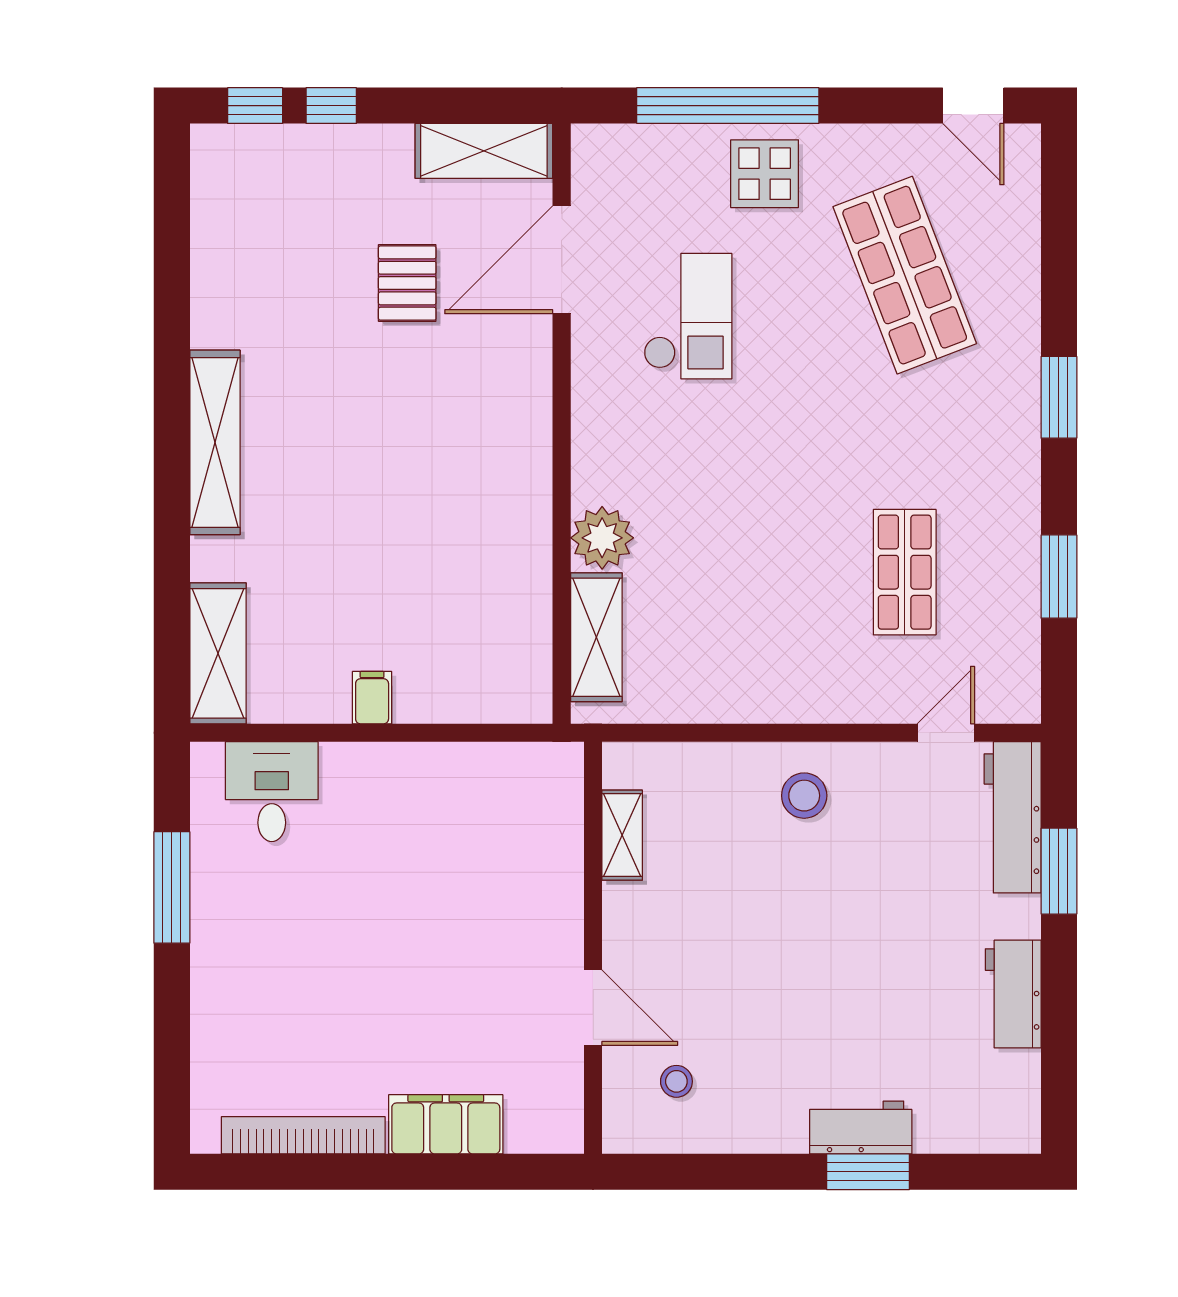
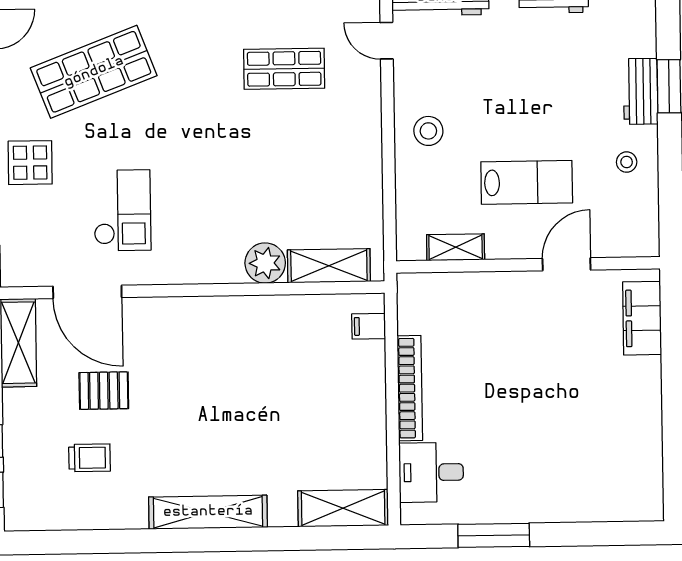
trolley: (303, 259) -> (89, 458), added
checkout: (688, 316) -> (122, 210), turned 90
filing cabinet: (372, 698) -> (369, 326), moved
lab bench: (722, 948) -> (527, 182), added
stool: (676, 1081) -> (627, 162), moved
filing cabinet: (446, 1124) -> (642, 318), moved
bookcase: (303, 1135) -> (410, 388), moved, turned 180

